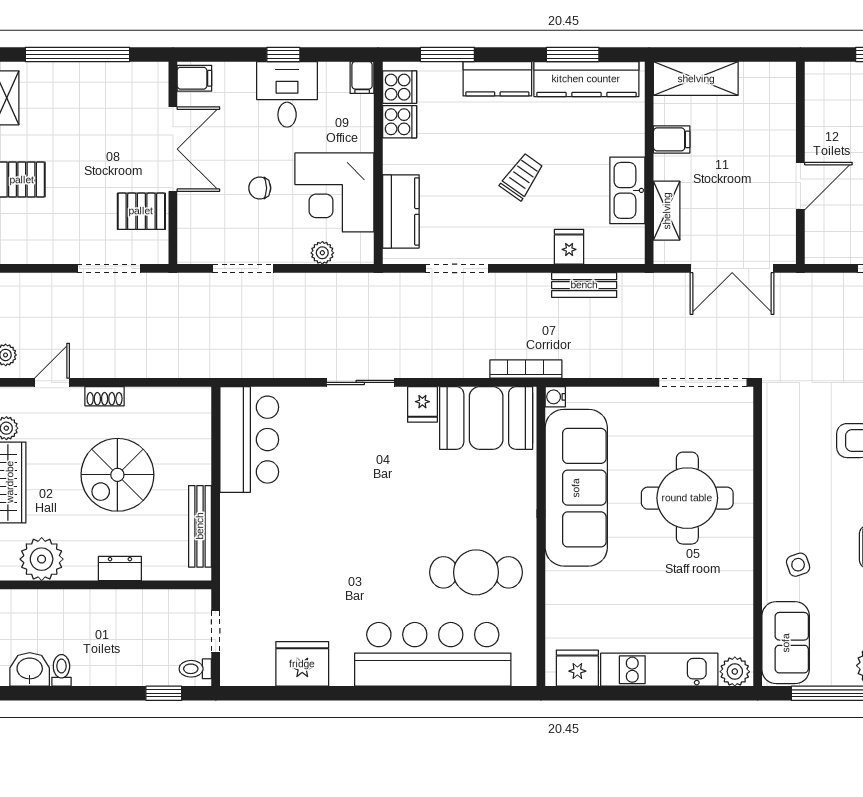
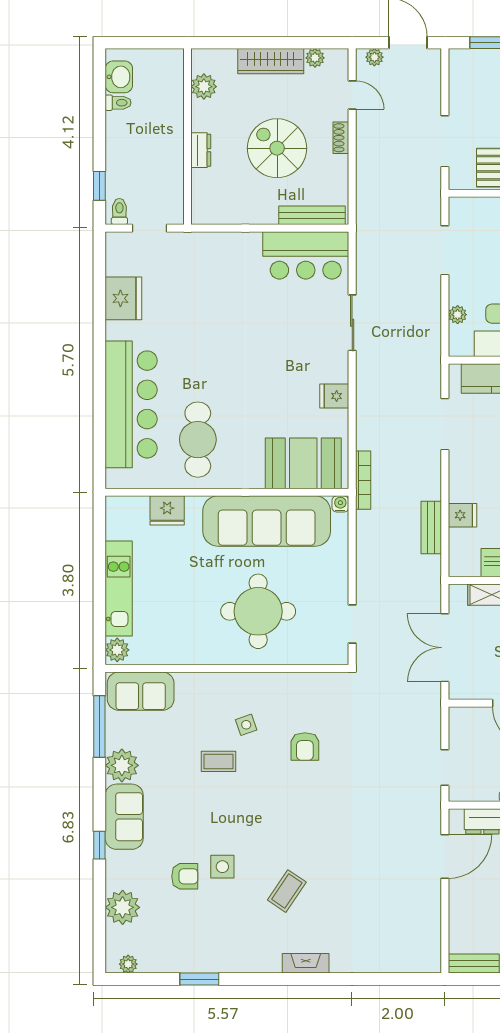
sliding door: (360, 382) -> (352, 323), moved
doorway: (703, 382) -> (352, 624), width x0.53
booth: (486, 418) -> (303, 463), moved, turned 90
bench: (200, 526) -> (312, 215), moved
plant: (42, 559) -> (204, 87), width x0.73, depth x0.73
side table: (798, 565) -> (246, 725), moved
fridge: (577, 668) -> (167, 510), moved, turned 90

